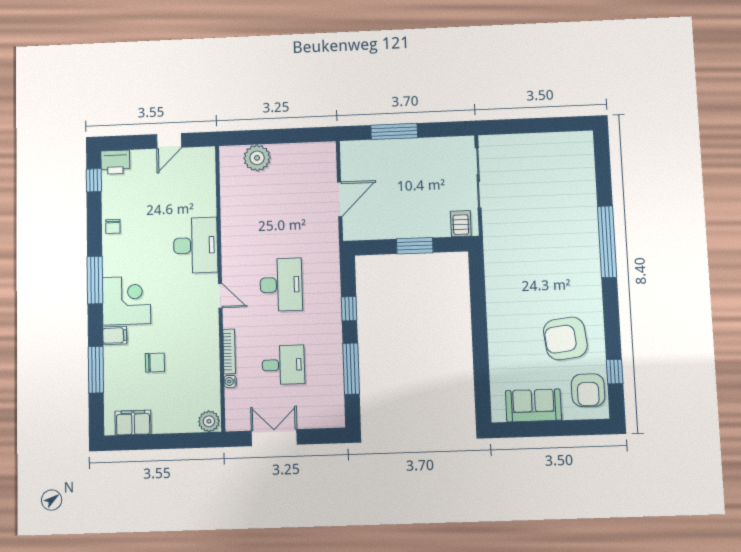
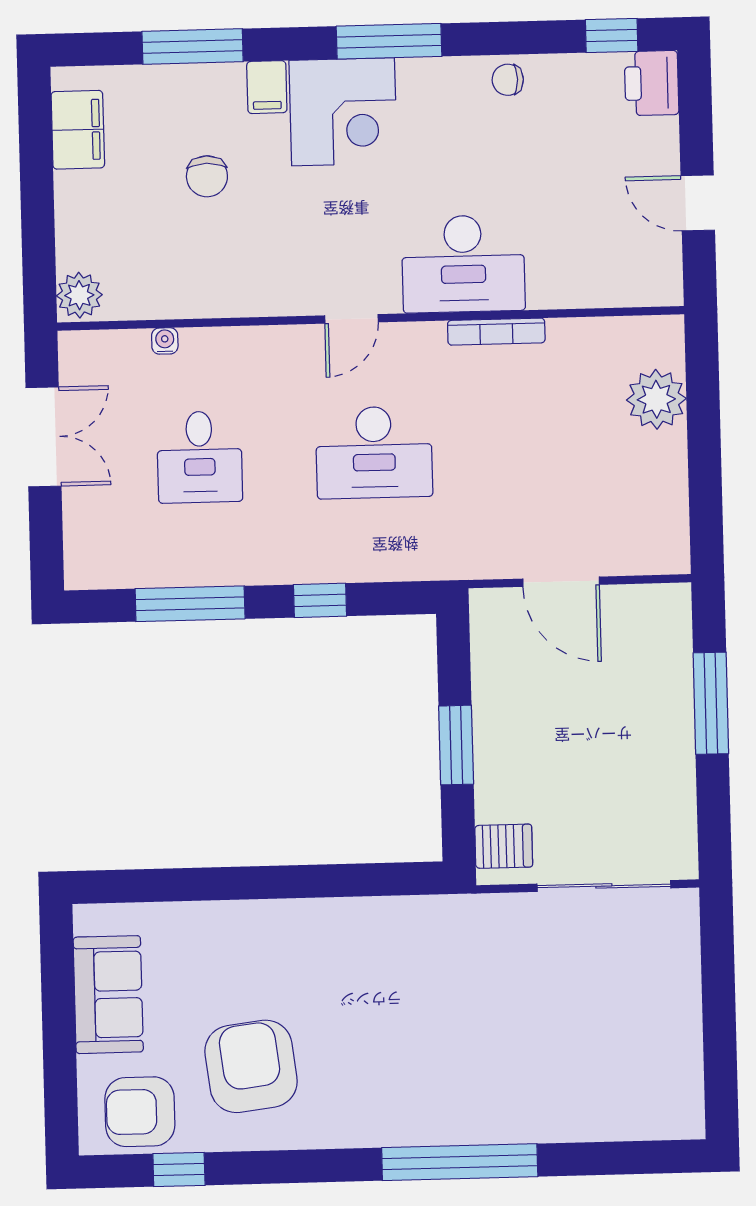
bookcase: (229, 351) -> (496, 332), moved

